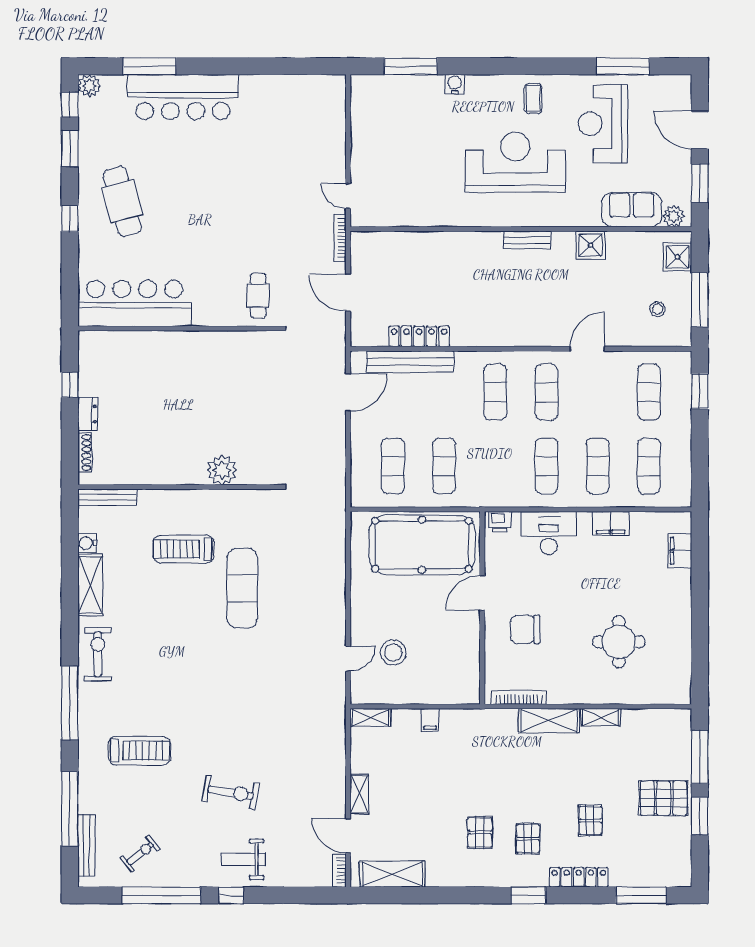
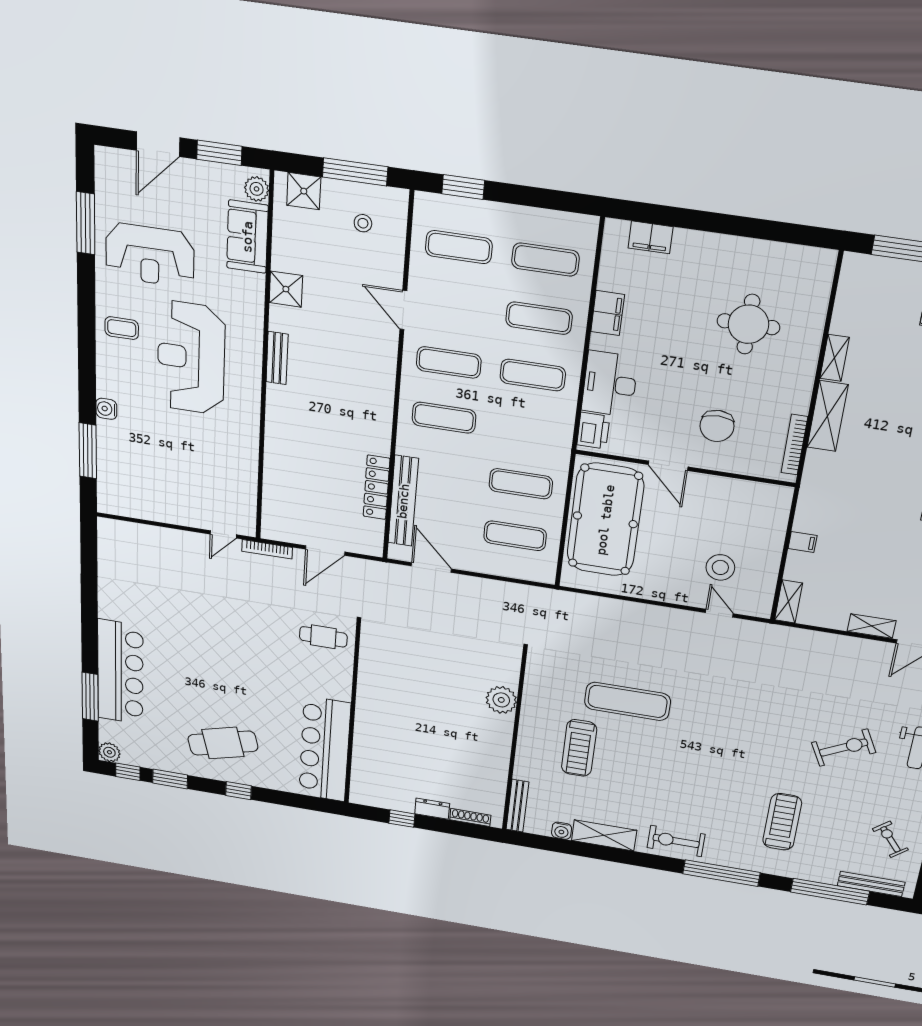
printer: (500, 522) -> (593, 431), width x1.36, depth x1.24
exercise bike: (231, 792) -> (844, 748), turned 54

